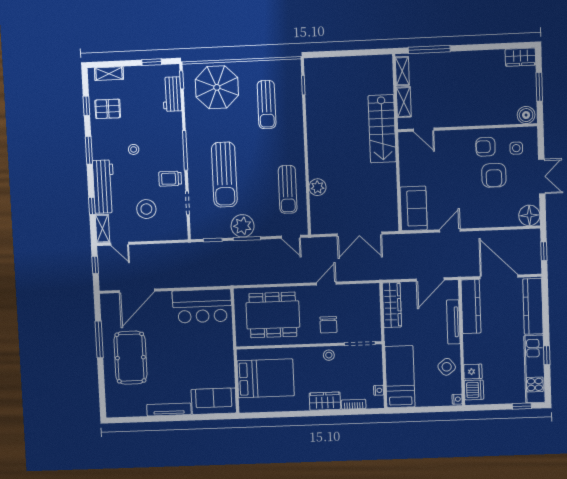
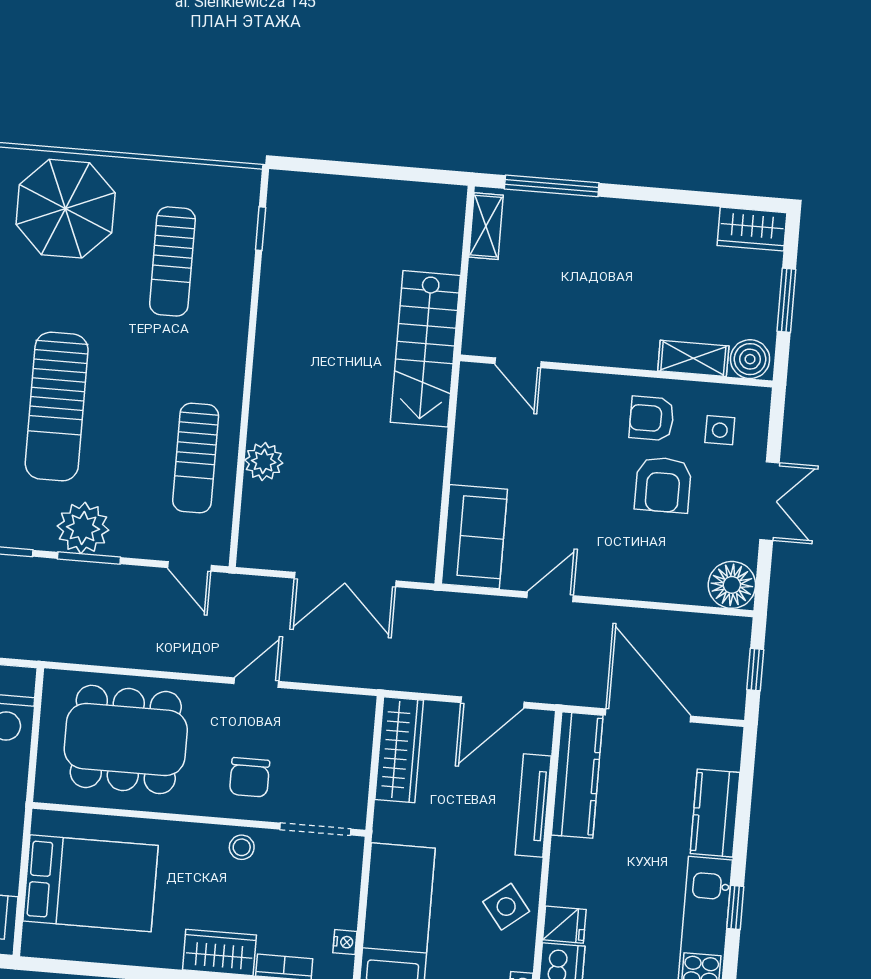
shelving: (404, 102) -> (693, 358), moved, turned 90
kitchen counter: (533, 306) -> (715, 813), width x0.67

